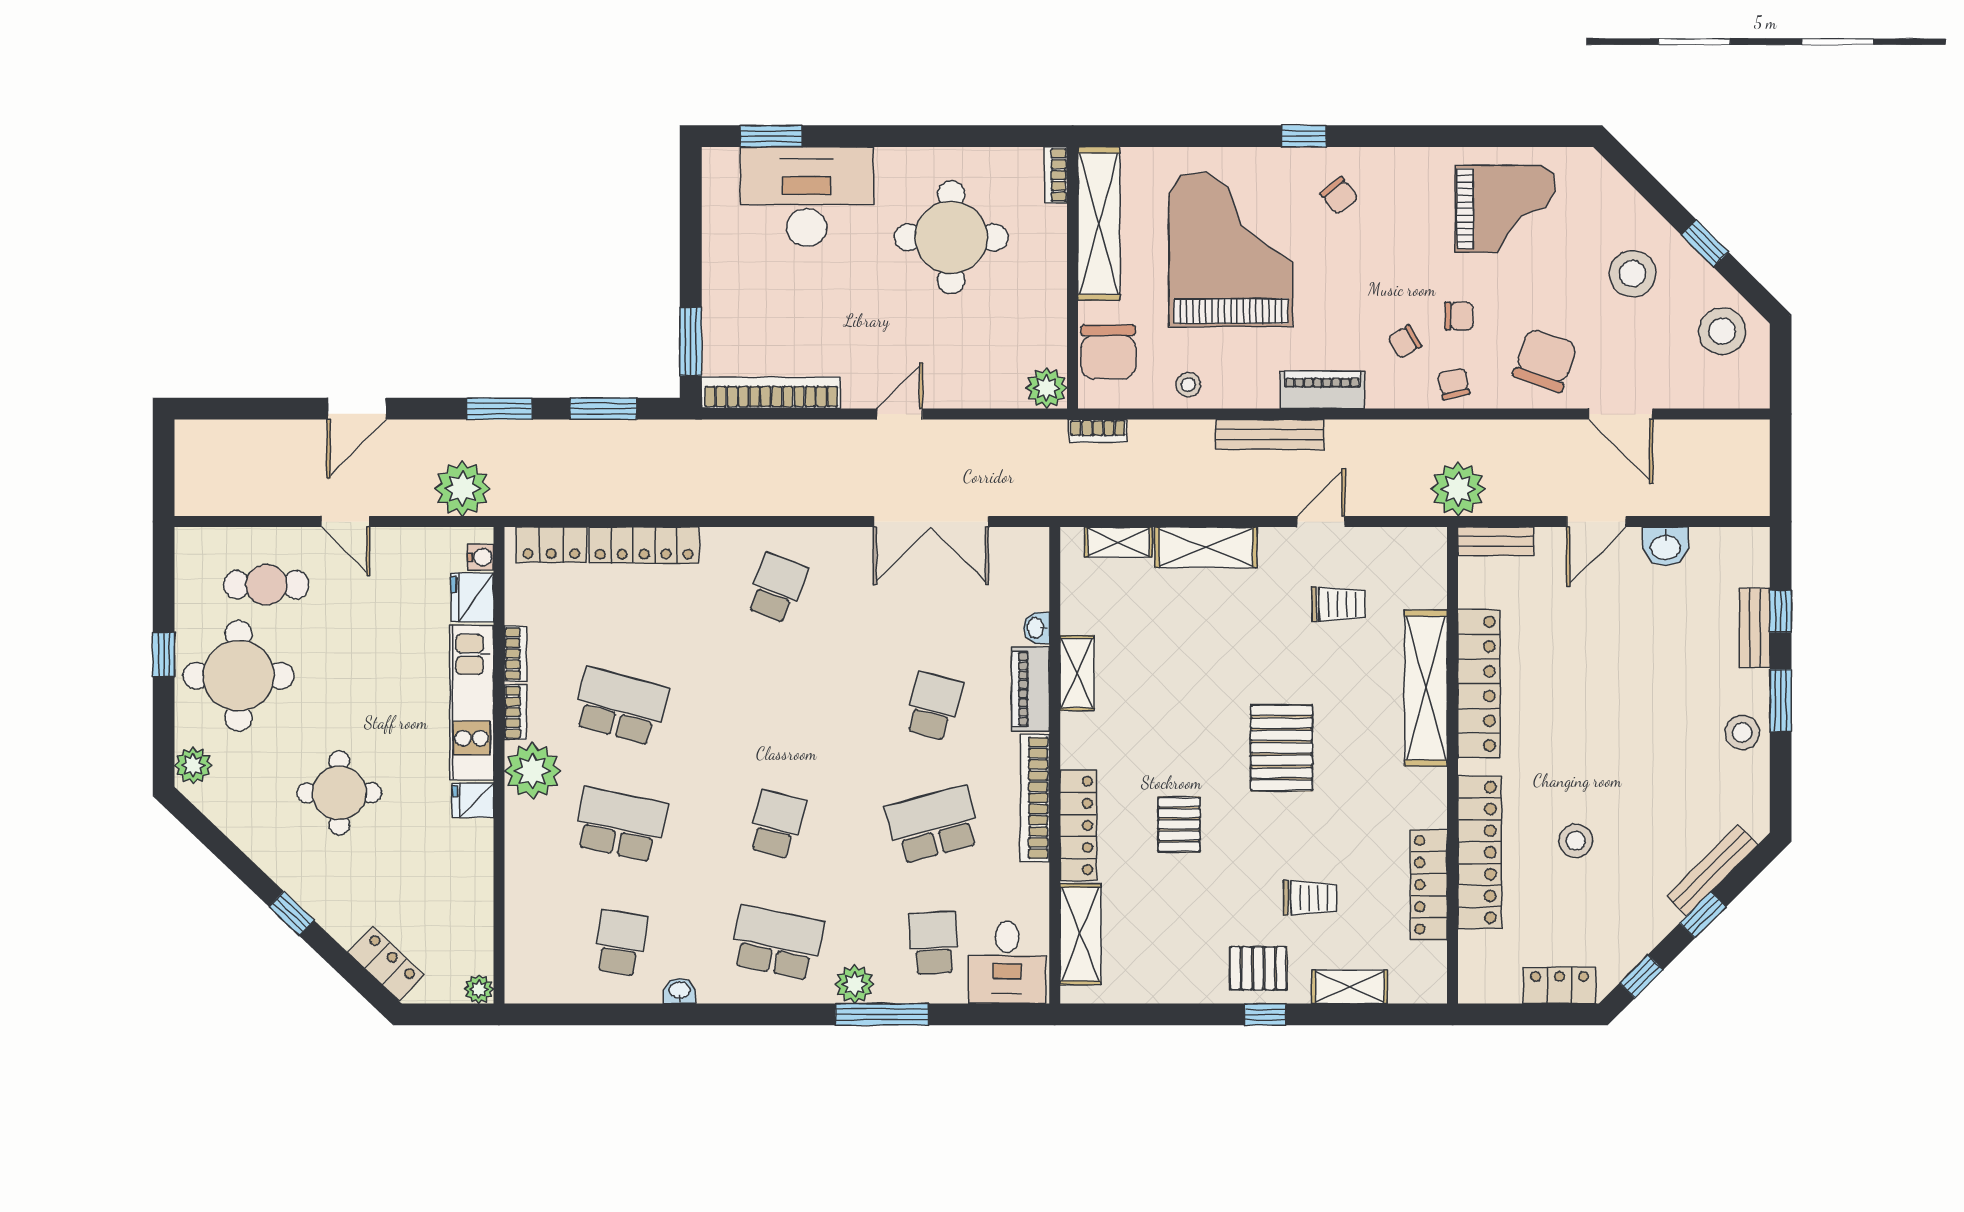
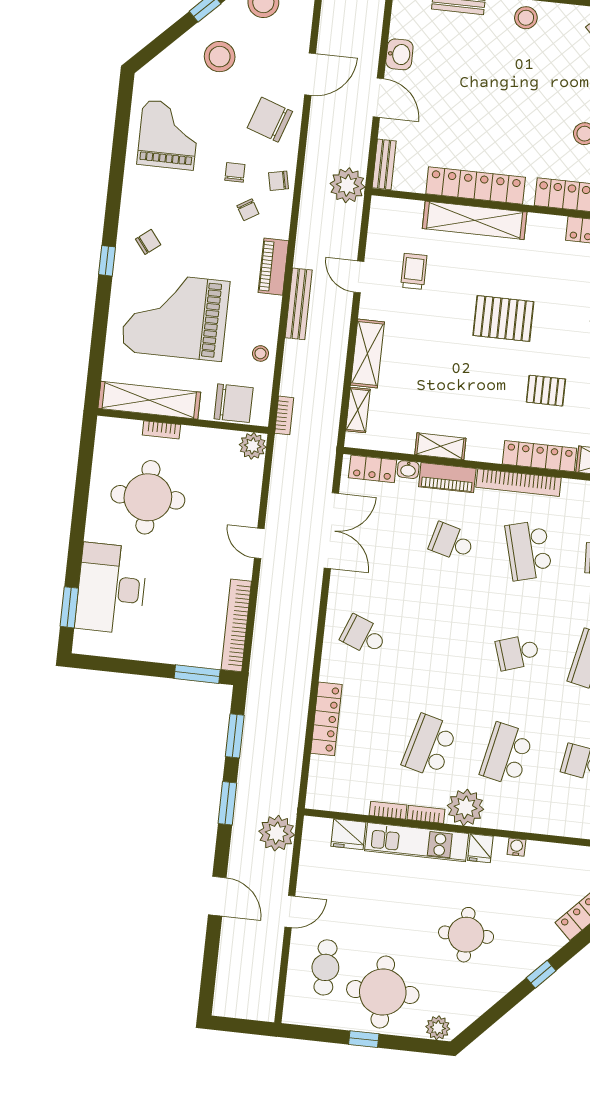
bookcase: (1056, 175) -> (161, 430), moved
locker: (551, 545) -> (373, 469), moved, turned 90
water cooler: (481, 557) -> (516, 847), moved
school desk: (777, 824) -> (518, 652), turned -33

